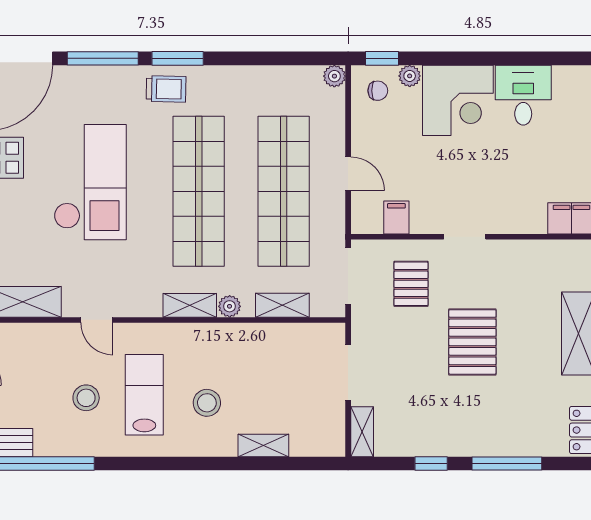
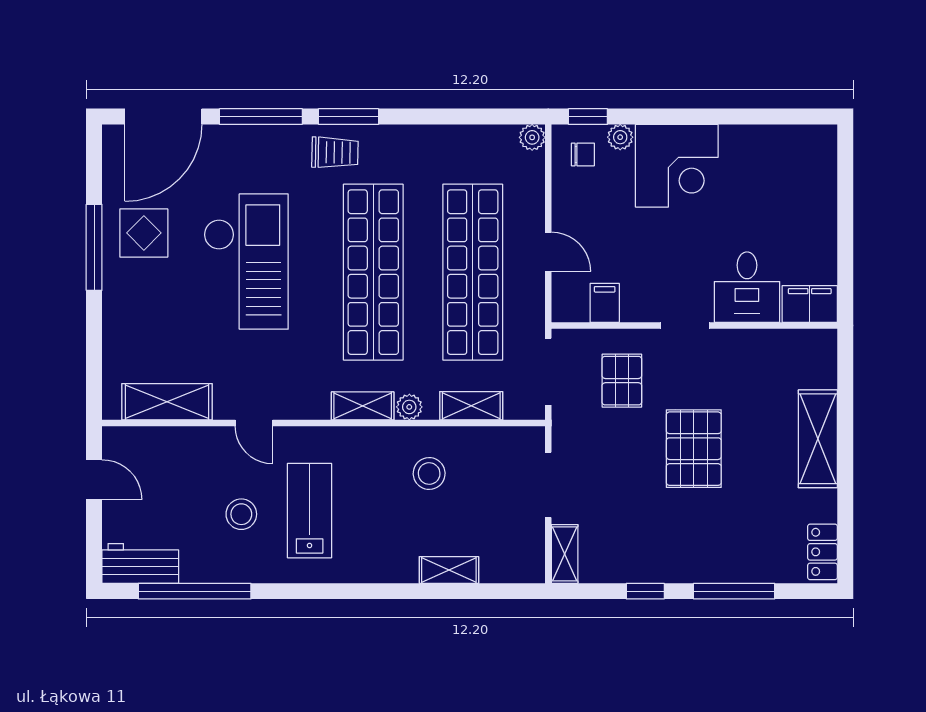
desk: (523, 95) -> (747, 287), moved, turned 180
stool: (207, 403) -> (429, 473), moved

